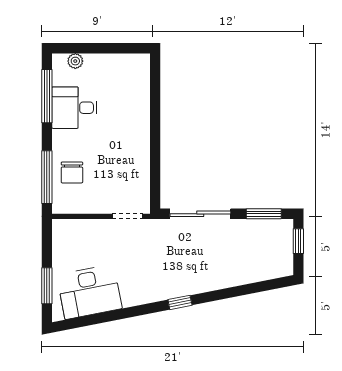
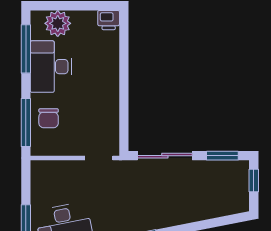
plant: (75, 61) -> (58, 23), width x1.87, depth x1.87
printer: (138, 64) -> (109, 20), added
desk: (74, 108) -> (51, 67), width x1.37

